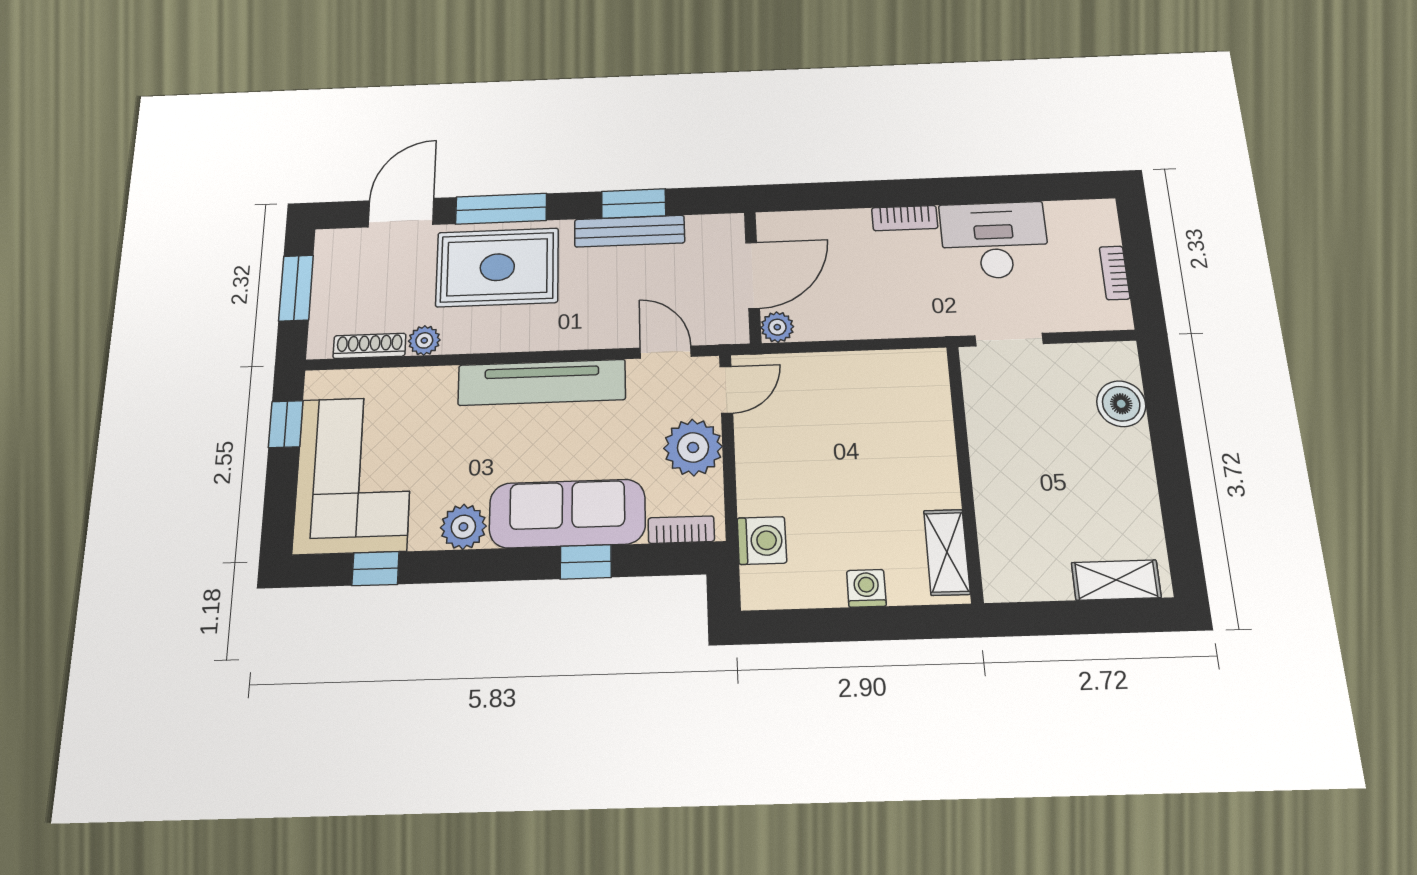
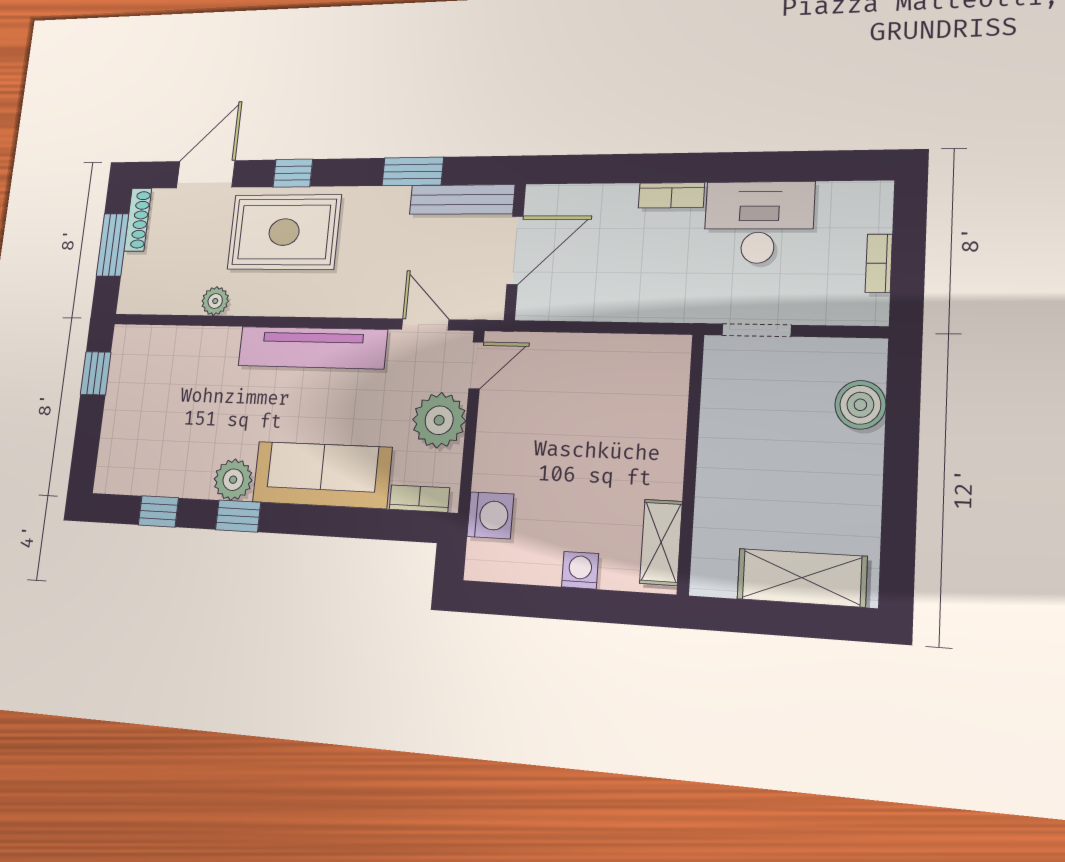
window: (501, 209) -> (293, 173), width x0.46
bench: (630, 231) -> (462, 200), moved
plant: (777, 327) -> (532, 305), removed
shoe rack: (369, 346) -> (138, 220), moved, turned 90
corner sofa: (354, 474) -> (147, 424), removed
window: (586, 562) -> (238, 516), moved
shelving: (1116, 580) -> (802, 578), width x1.50, depth x1.33

